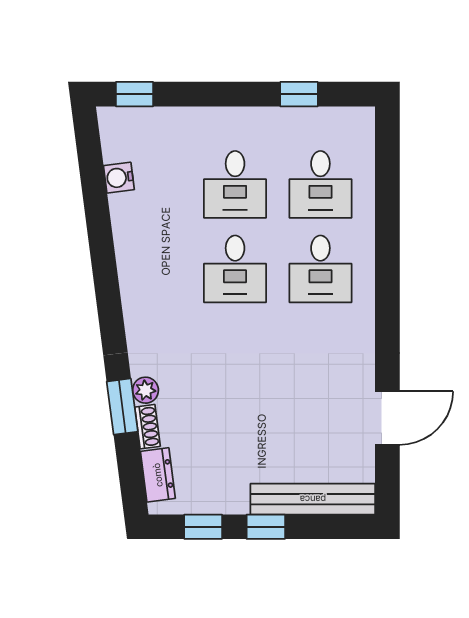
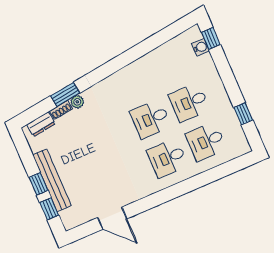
water cooler: (119, 178) -> (201, 47), moved, turned 97
bench: (313, 499) -> (52, 180), moved
window: (203, 527) -> (49, 209), moved

